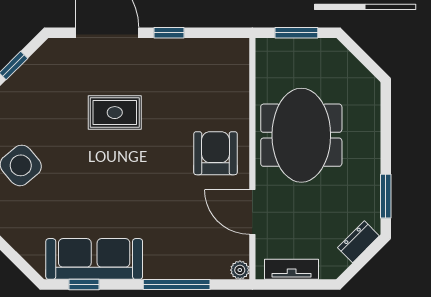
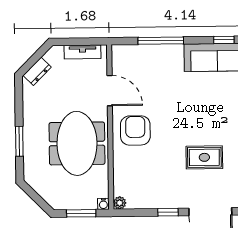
water cooler: (264, 46) -> (103, 204), added
armchair: (215, 153) -> (135, 130), turned 180
window: (386, 196) -> (19, 141), moved
plant: (240, 270) -> (120, 203), moved

